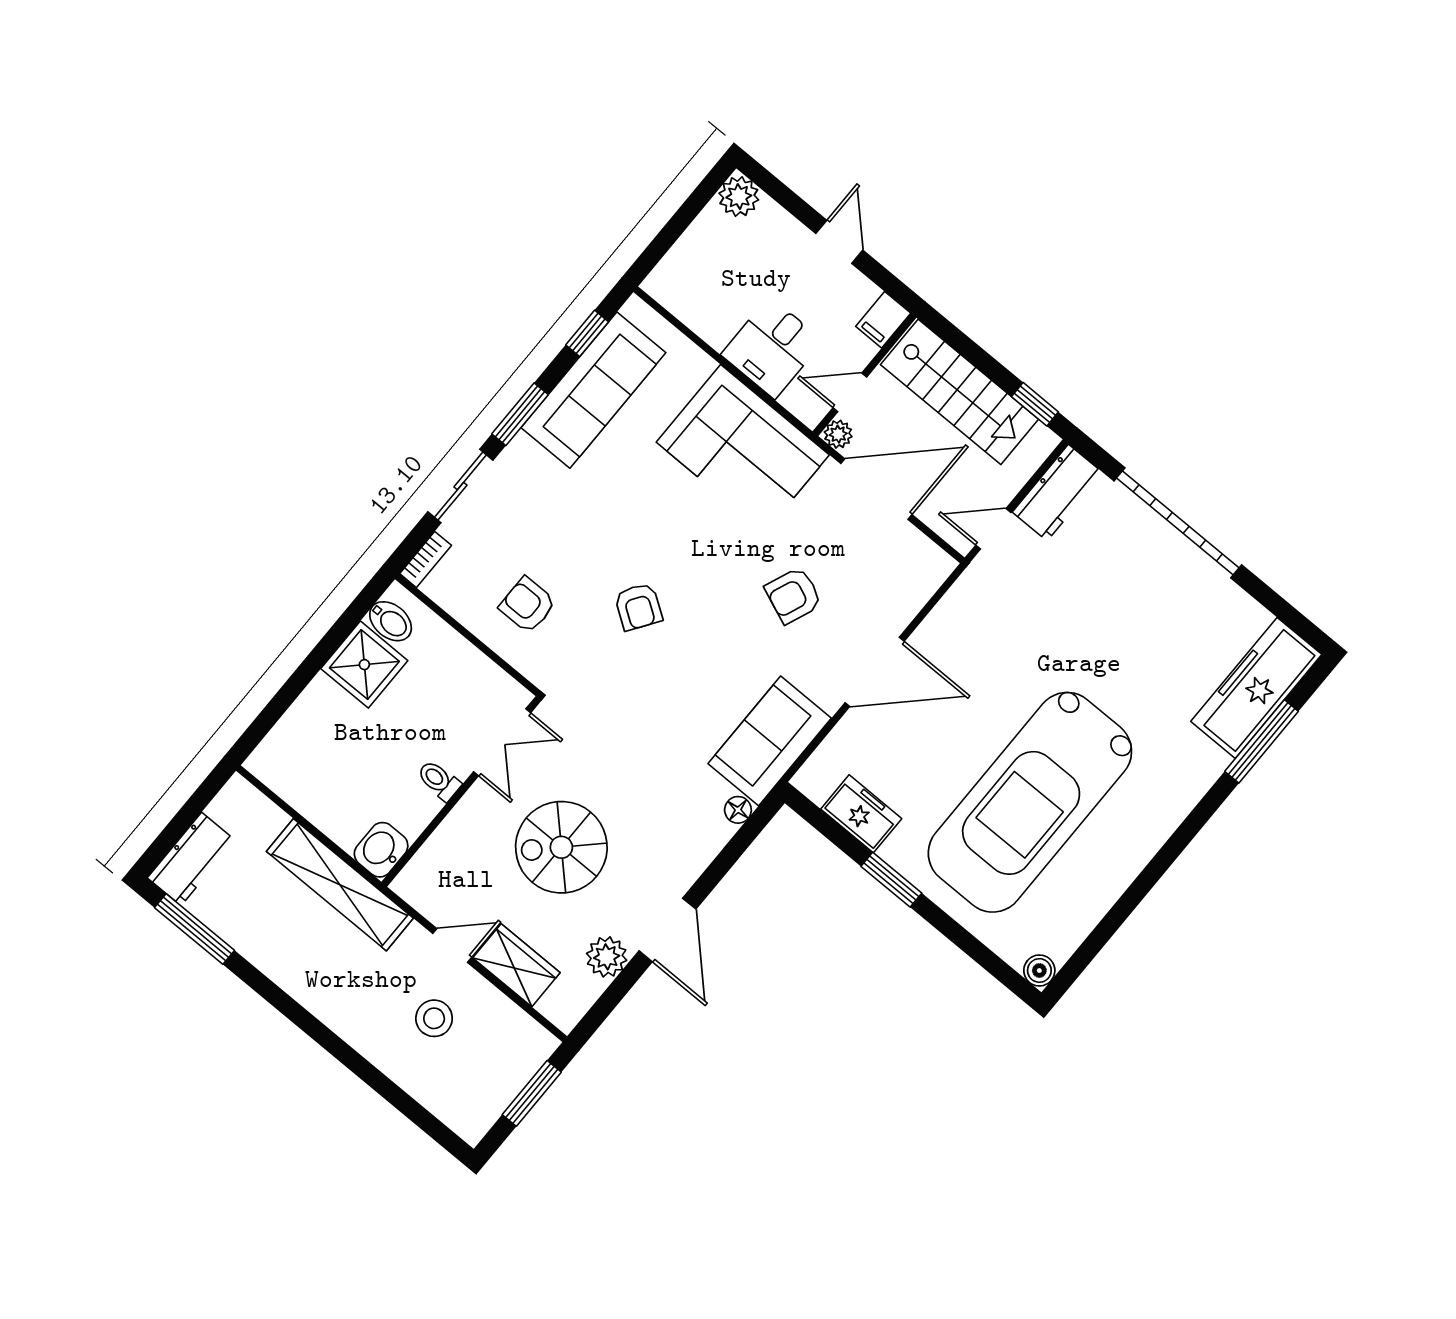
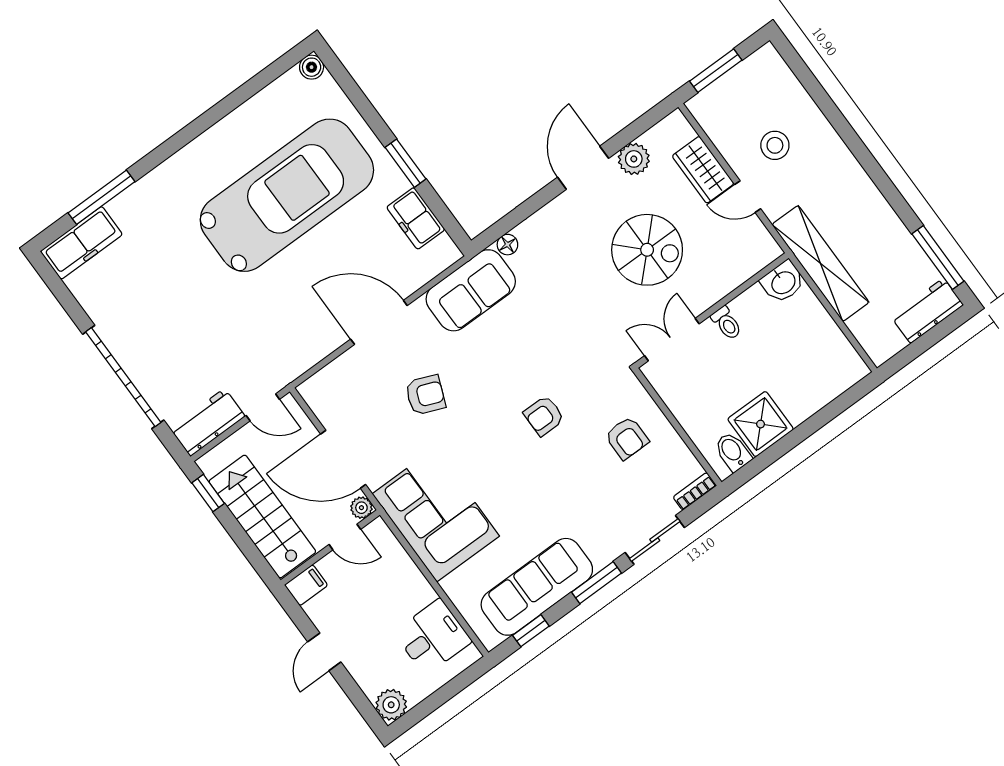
desk: (772, 348) -> (433, 637), moved
armchair: (638, 607) -> (544, 416), turned -124
freezer: (1256, 688) -> (81, 243), width x0.73, depth x0.79

